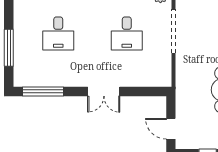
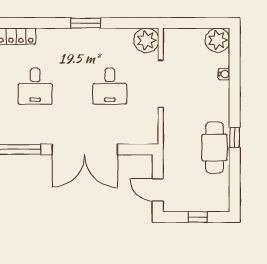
double door: (104, 91) -> (85, 149), width x1.87

